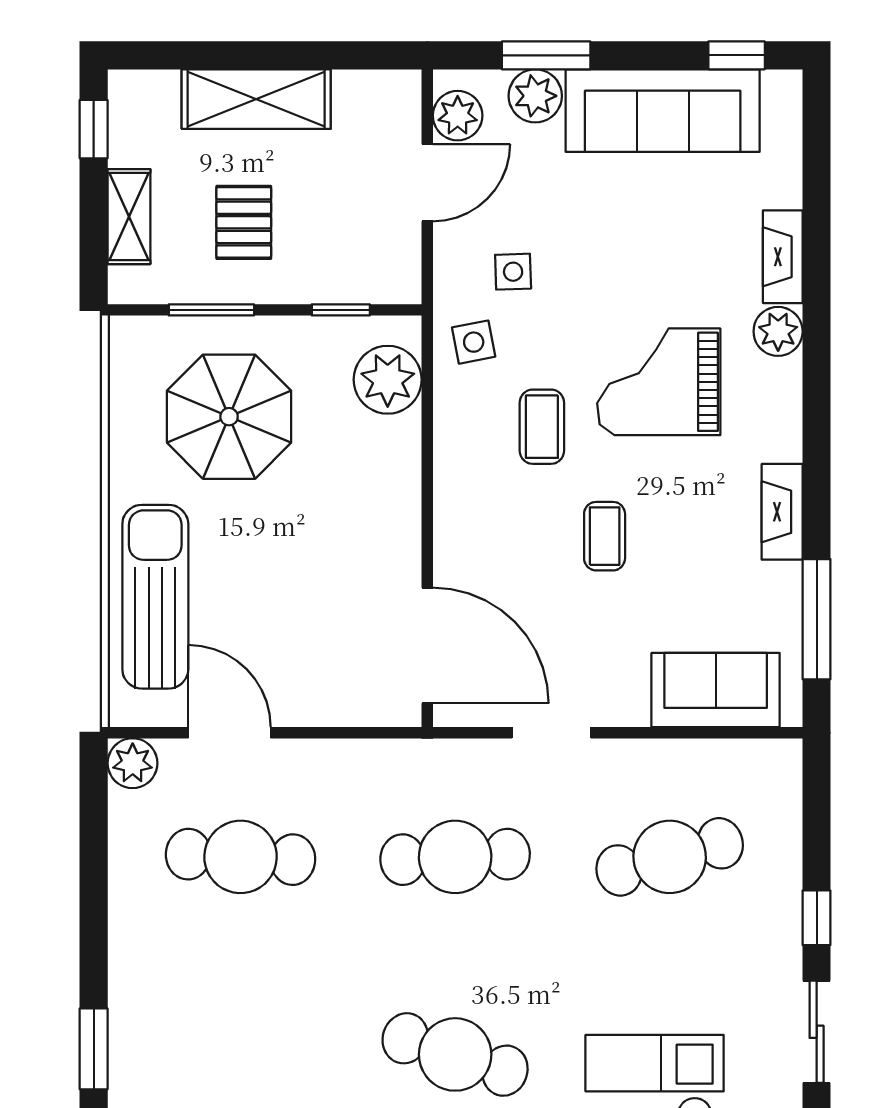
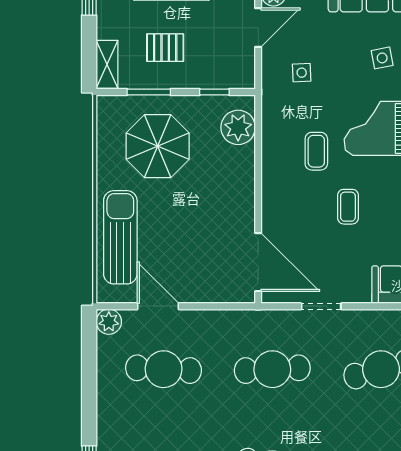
shelving: (129, 217) -> (107, 64), moved
pallet: (244, 222) -> (165, 48), turned 90
side table: (474, 342) -> (382, 58), moved

